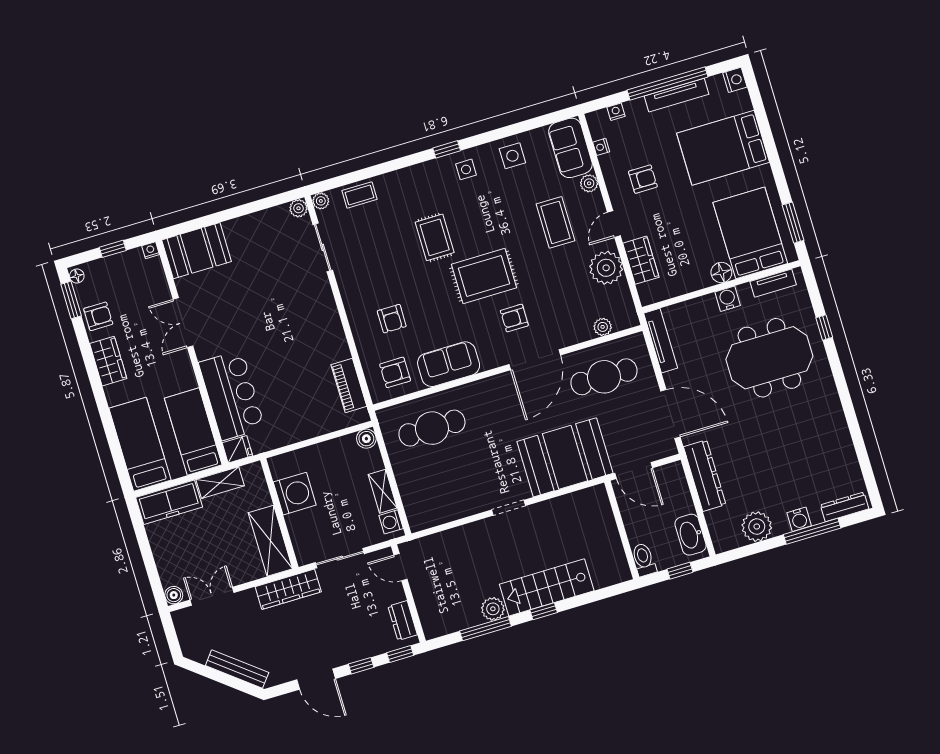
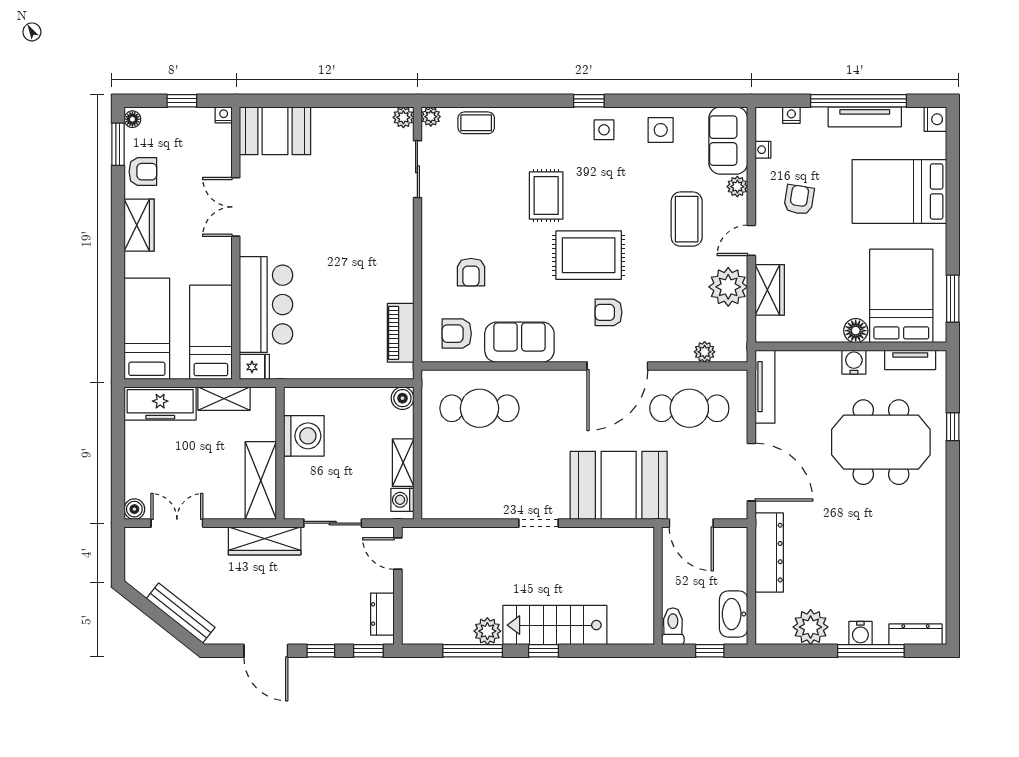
armchair: (643, 179) -> (799, 200), turned -81

